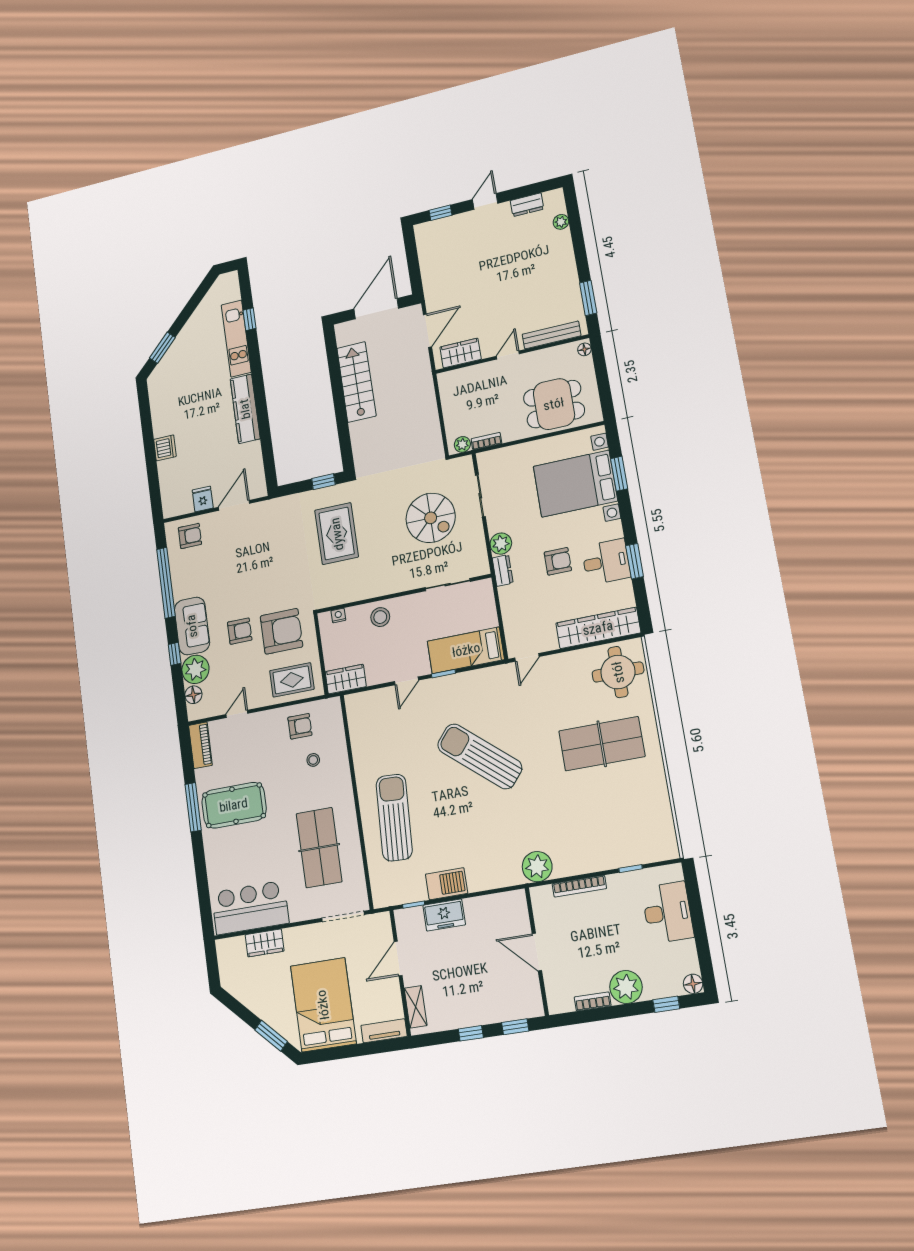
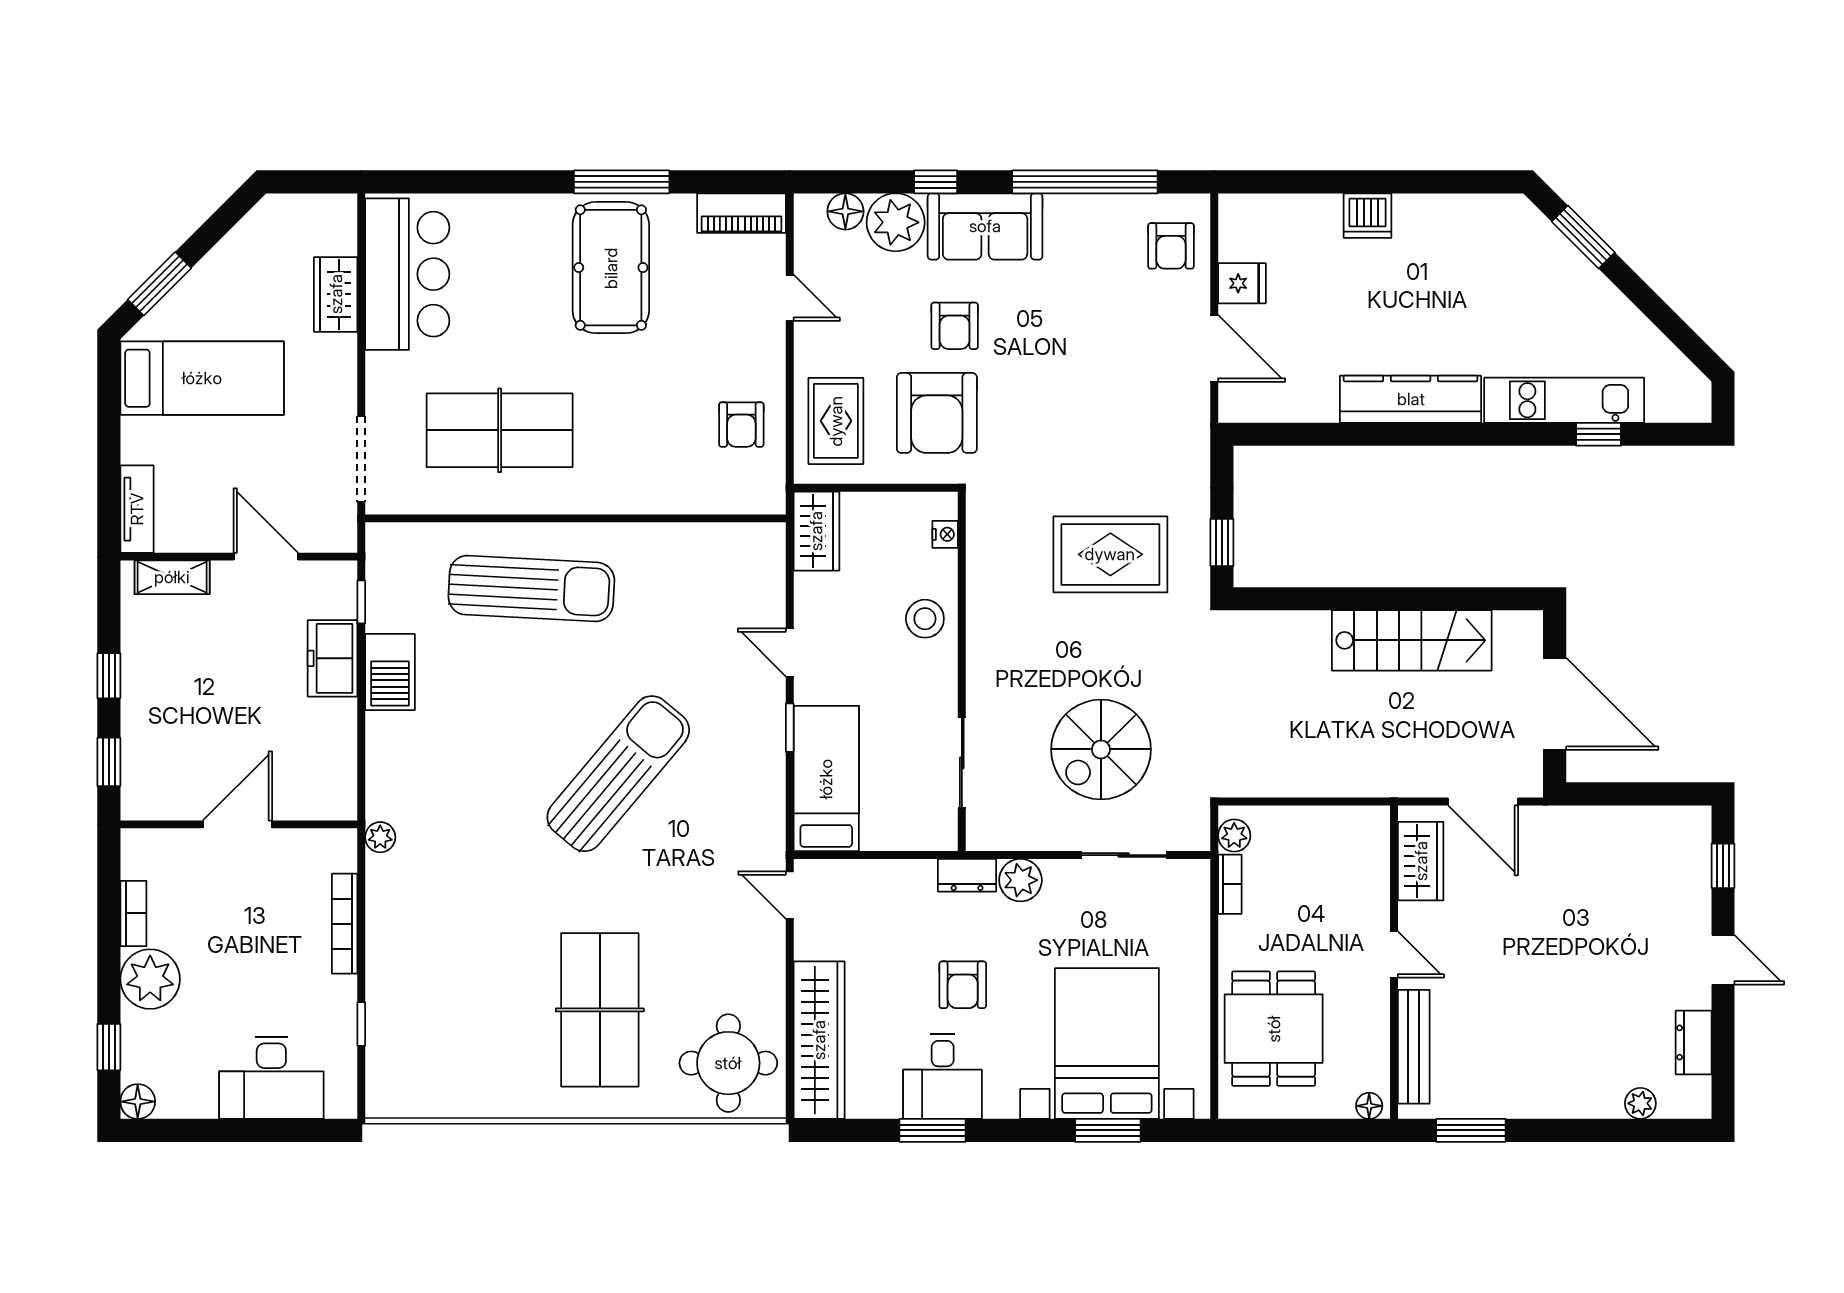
stool: (313, 760) -> (671, 442), removed
plant: (537, 867) -> (380, 837), width x0.53, depth x0.53
bed: (323, 1005) -> (202, 378), width x0.67

